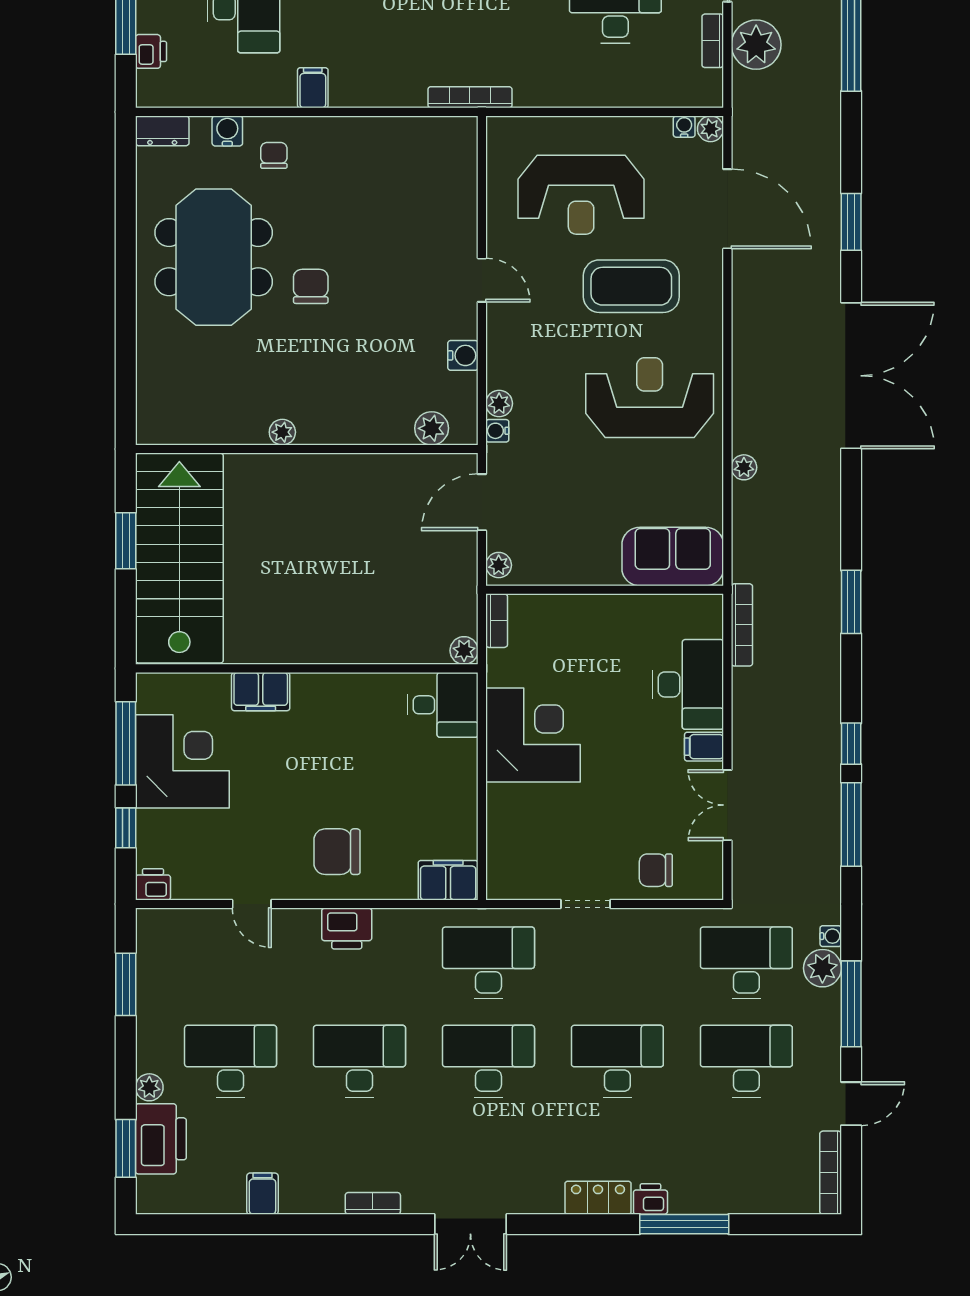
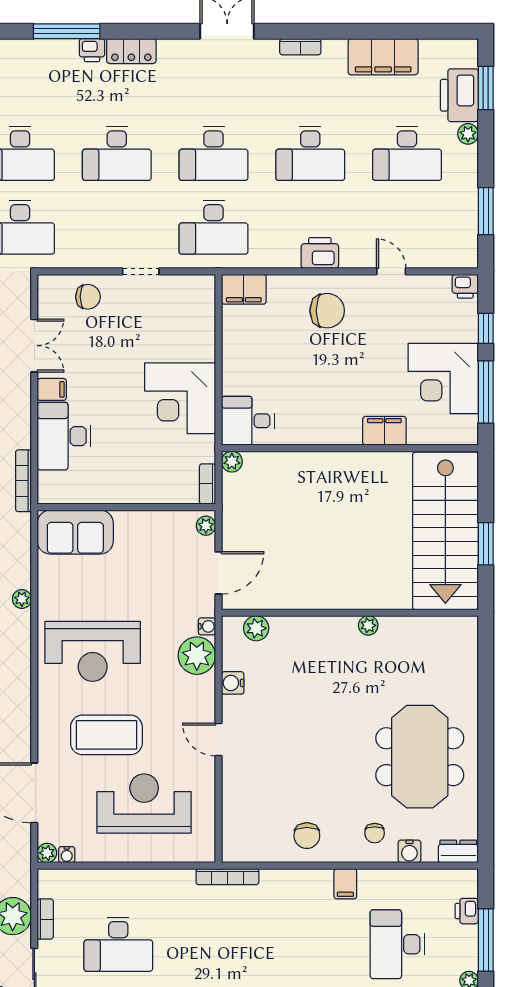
chair: (311, 286) -> (307, 836), moved
plant: (499, 403) -> (197, 656), width x1.87, depth x1.87
filing cabinet: (262, 1194) -> (383, 57), width x3.00, depth x1.17

